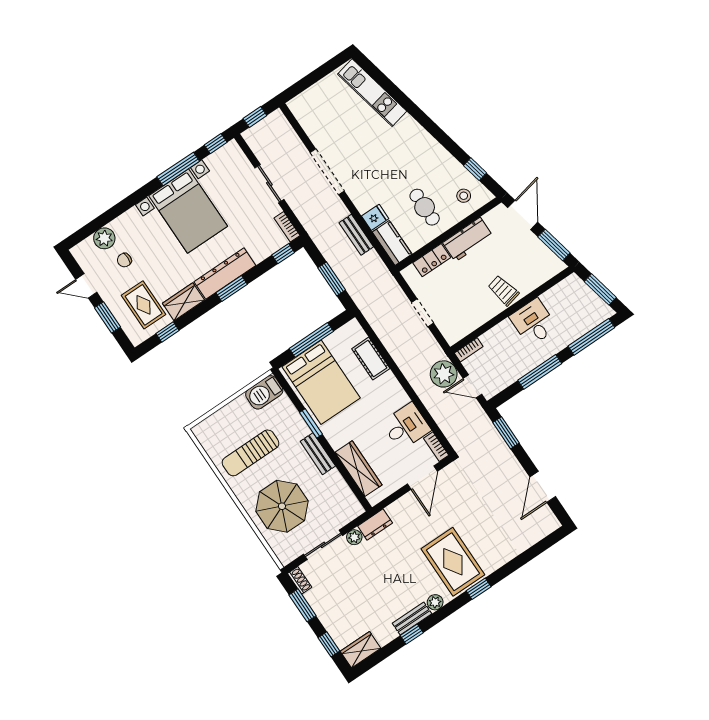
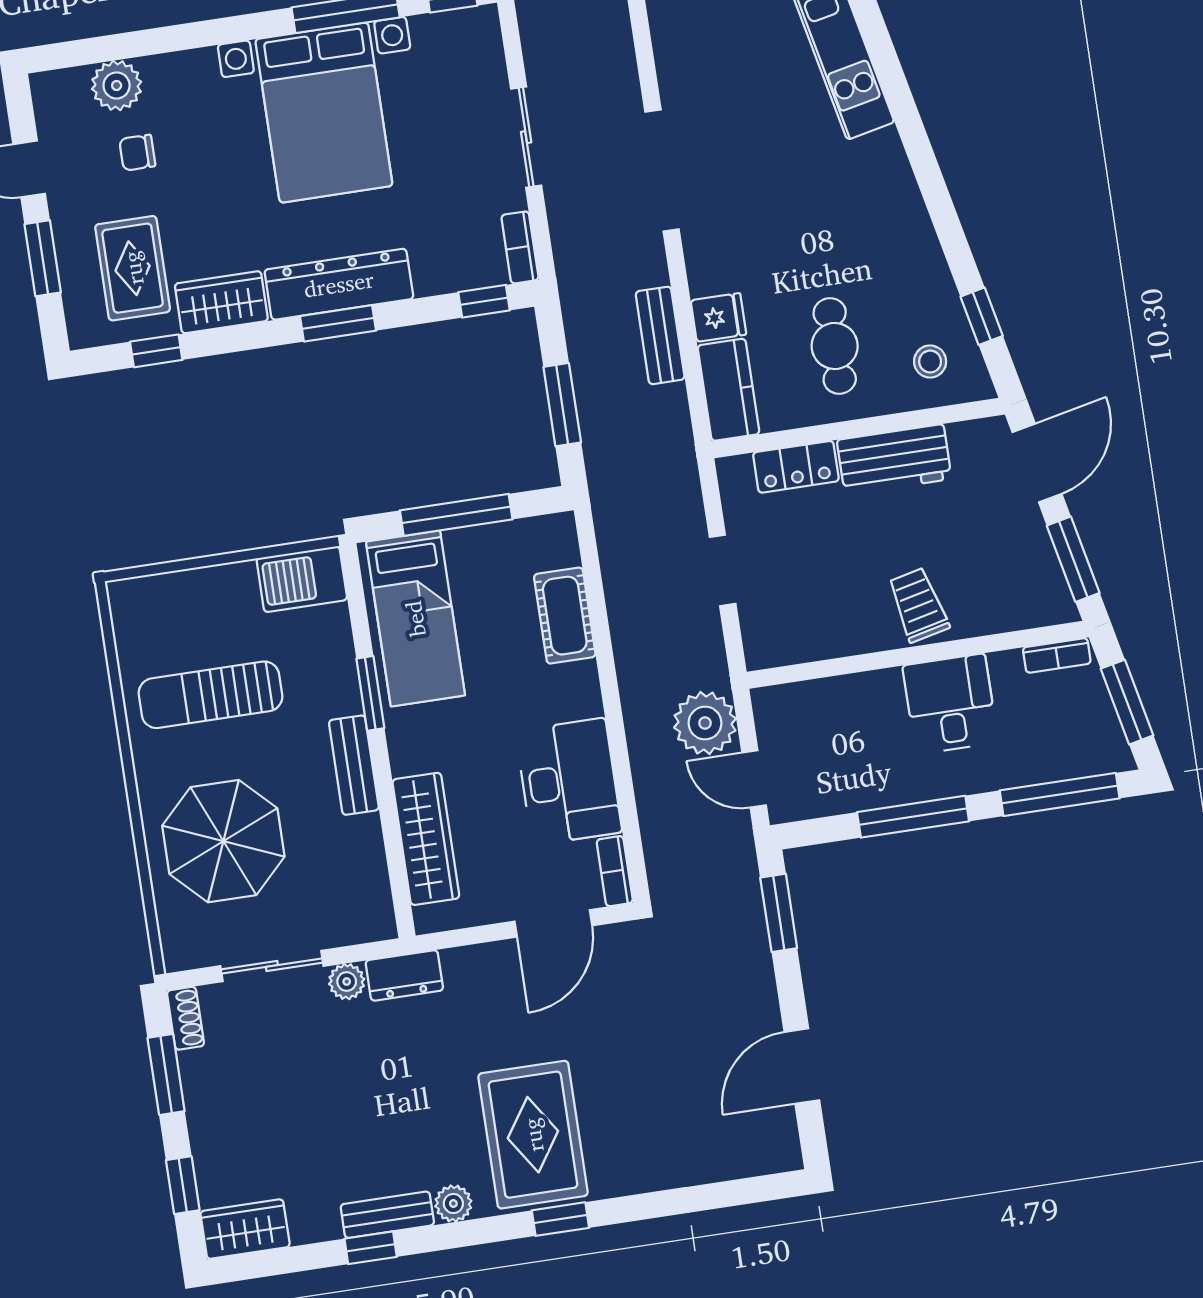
bookcase: (469, 350) -> (1057, 655), moved
bed: (321, 382) -> (415, 619), width x0.67
desk: (406, 426) -> (569, 782), width x1.37

